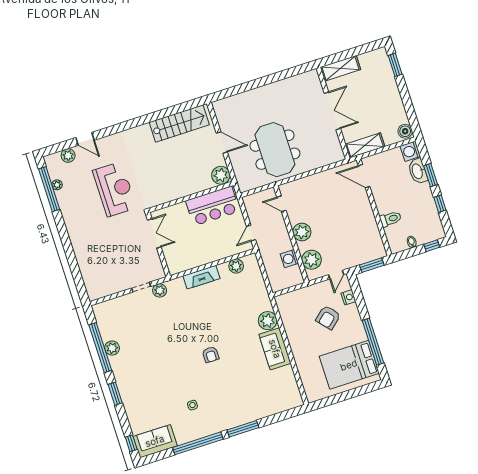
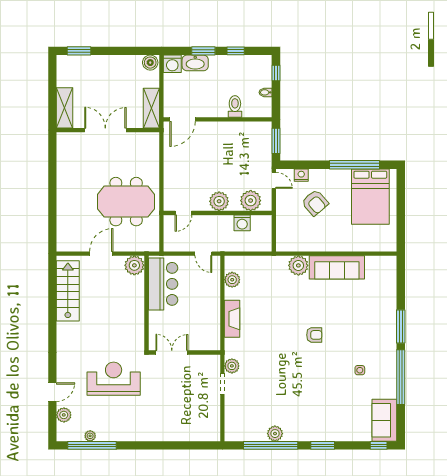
sofa: (275, 349) -> (337, 267), width x1.36

